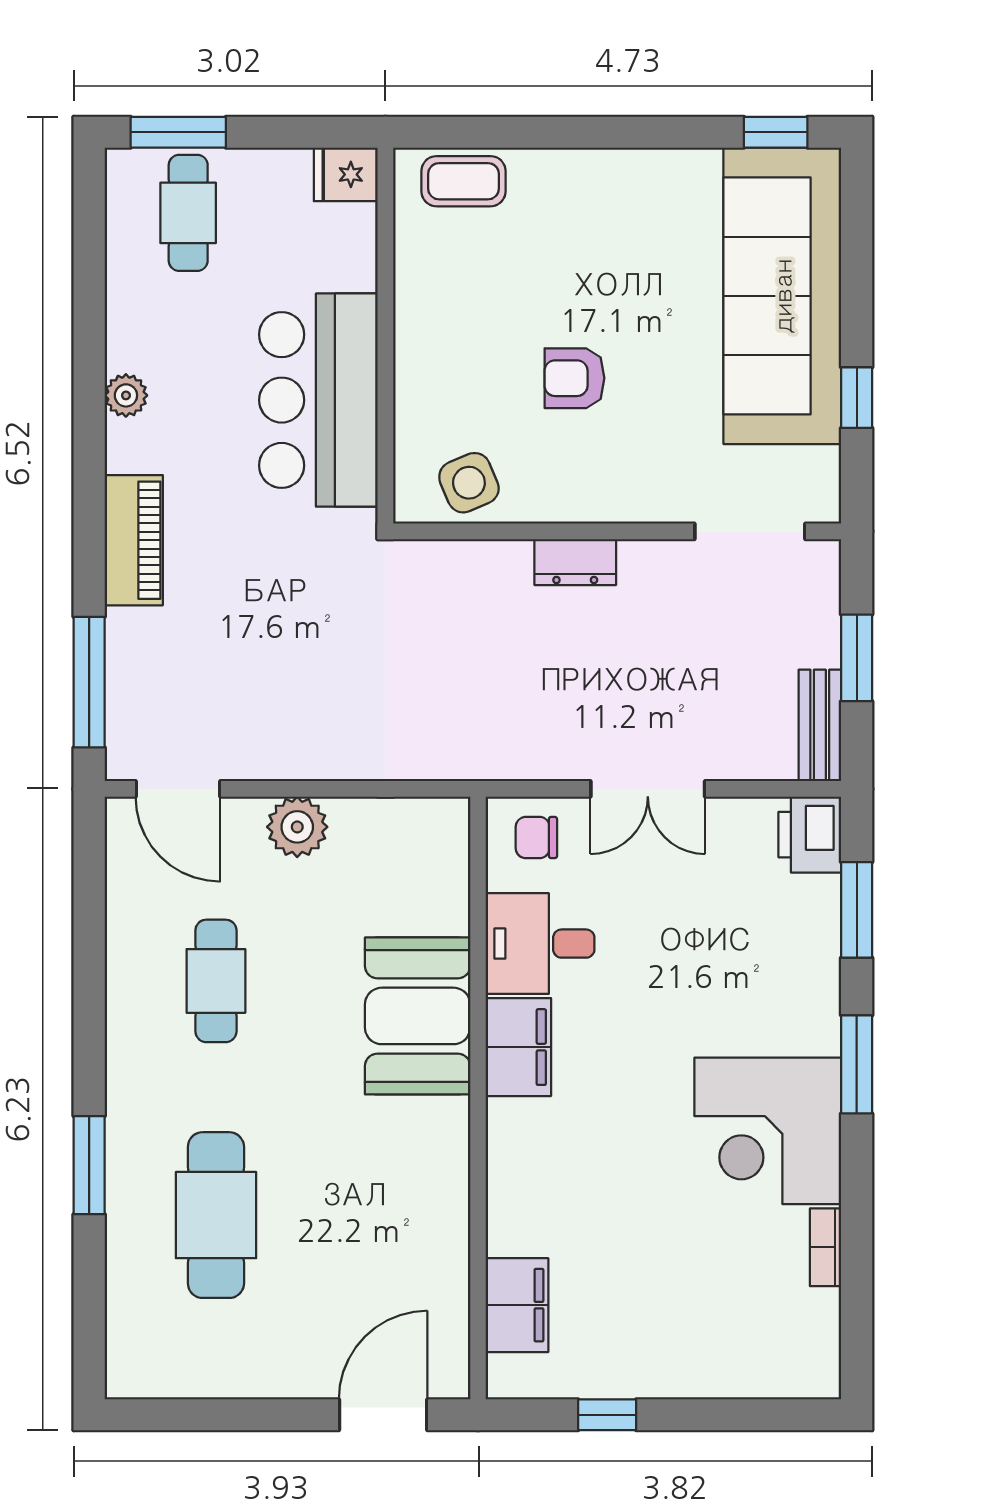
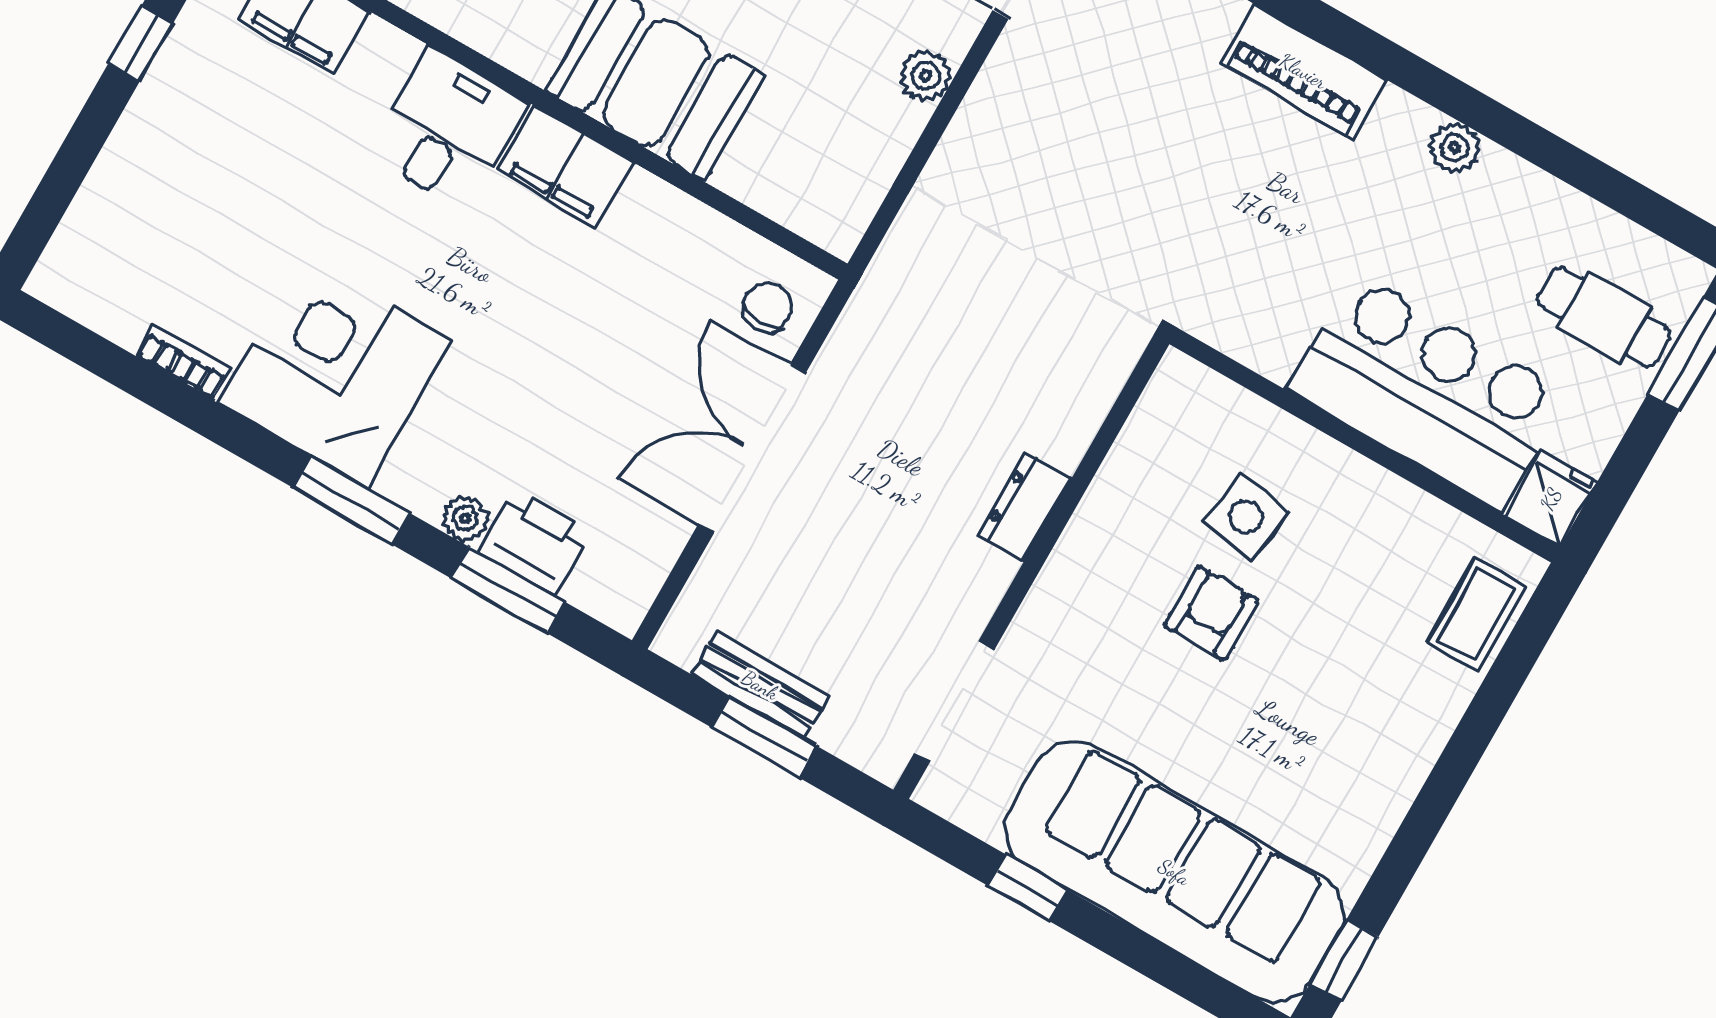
bar counter: (318, 400) -> (1428, 391), moved
side table: (469, 483) -> (1246, 517), moved, turned 32
bench: (820, 725) -> (760, 685), moved
double door: (648, 789) -> (752, 449), width x1.37
plant: (297, 827) -> (926, 75), width x0.73, depth x0.73
printer: (810, 835) -> (535, 542), moved
desk: (540, 944) -> (448, 129), moved
plant: (822, 972) -> (465, 519), added

